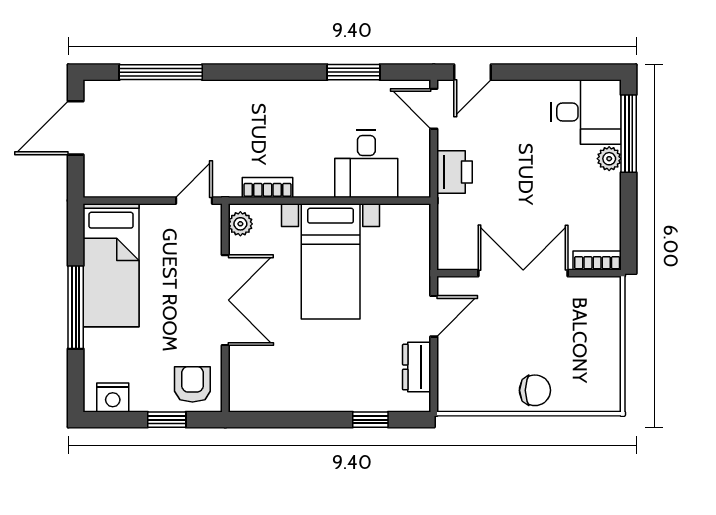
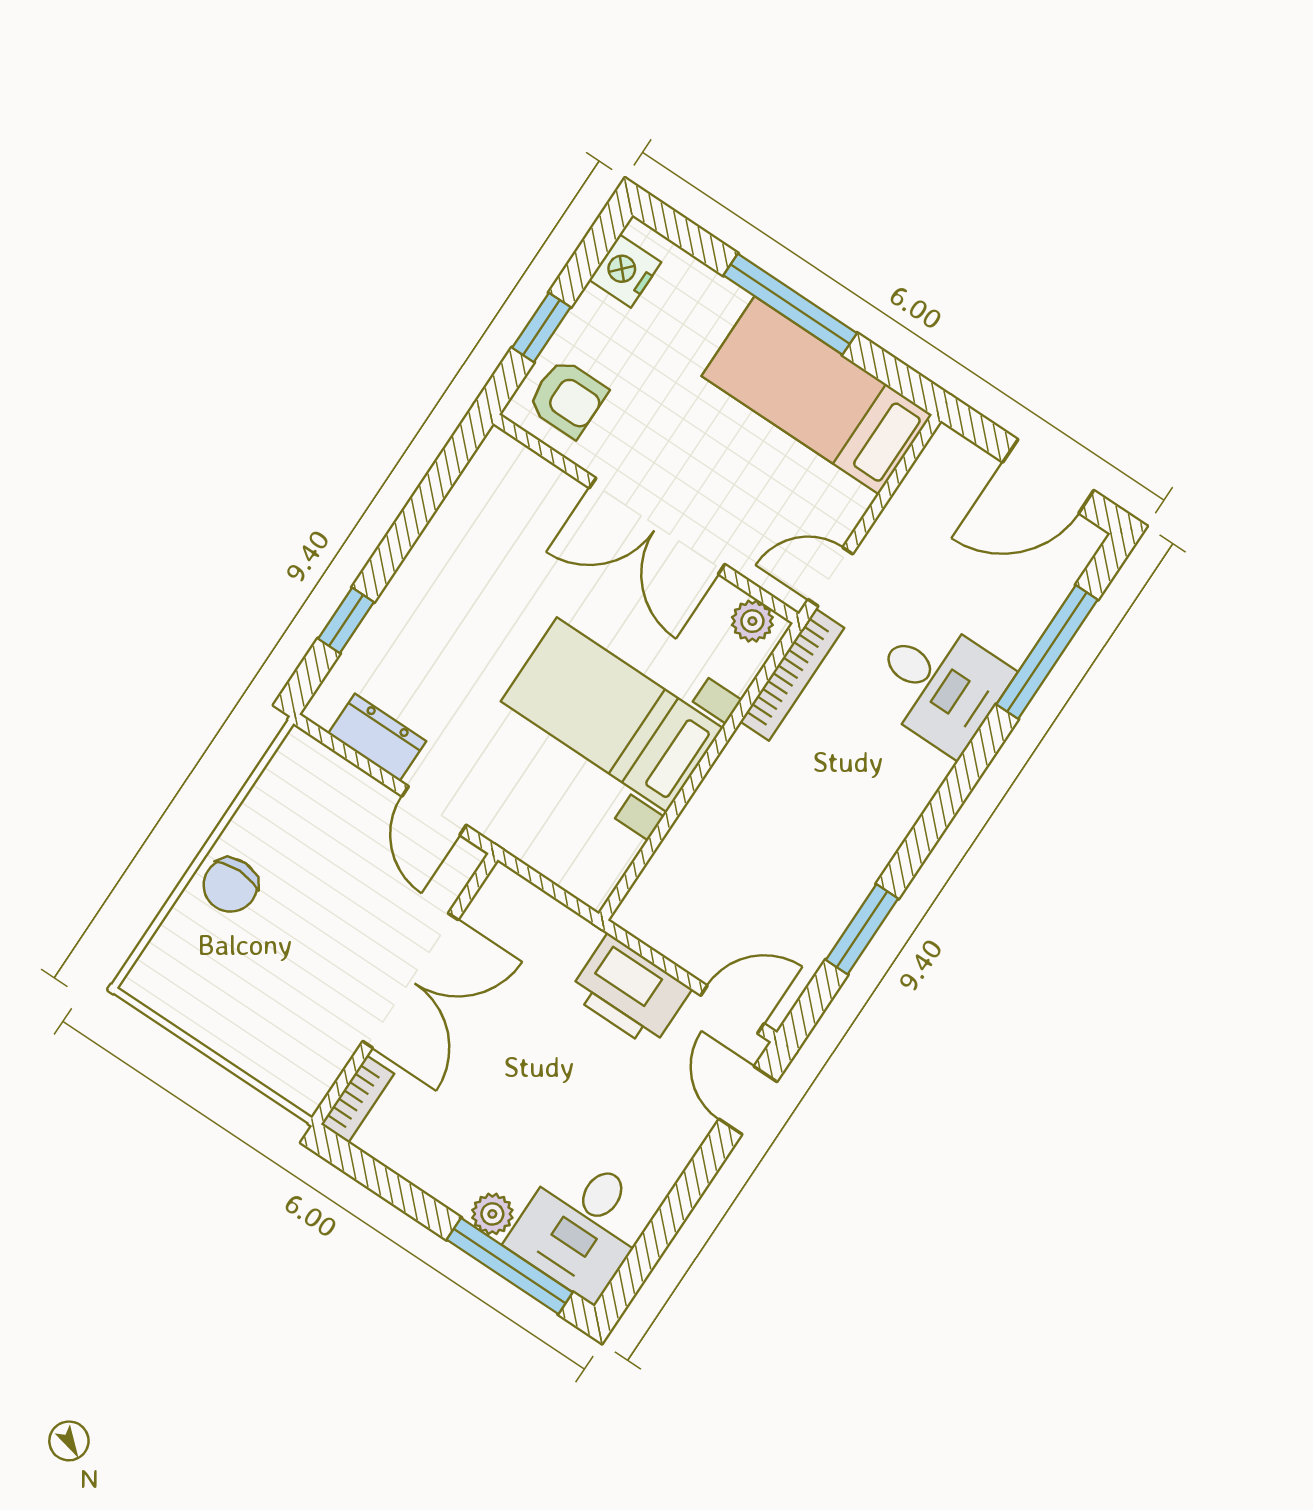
door: (76, 128) -> (1048, 476), swing flipped
desk: (366, 164) -> (939, 684), moved, turned 180
printer: (454, 172) -> (630, 991), width x1.37, depth x1.19
bookcase: (268, 187) -> (792, 675), width x1.56
door: (194, 201) -> (830, 577), swing flipped

